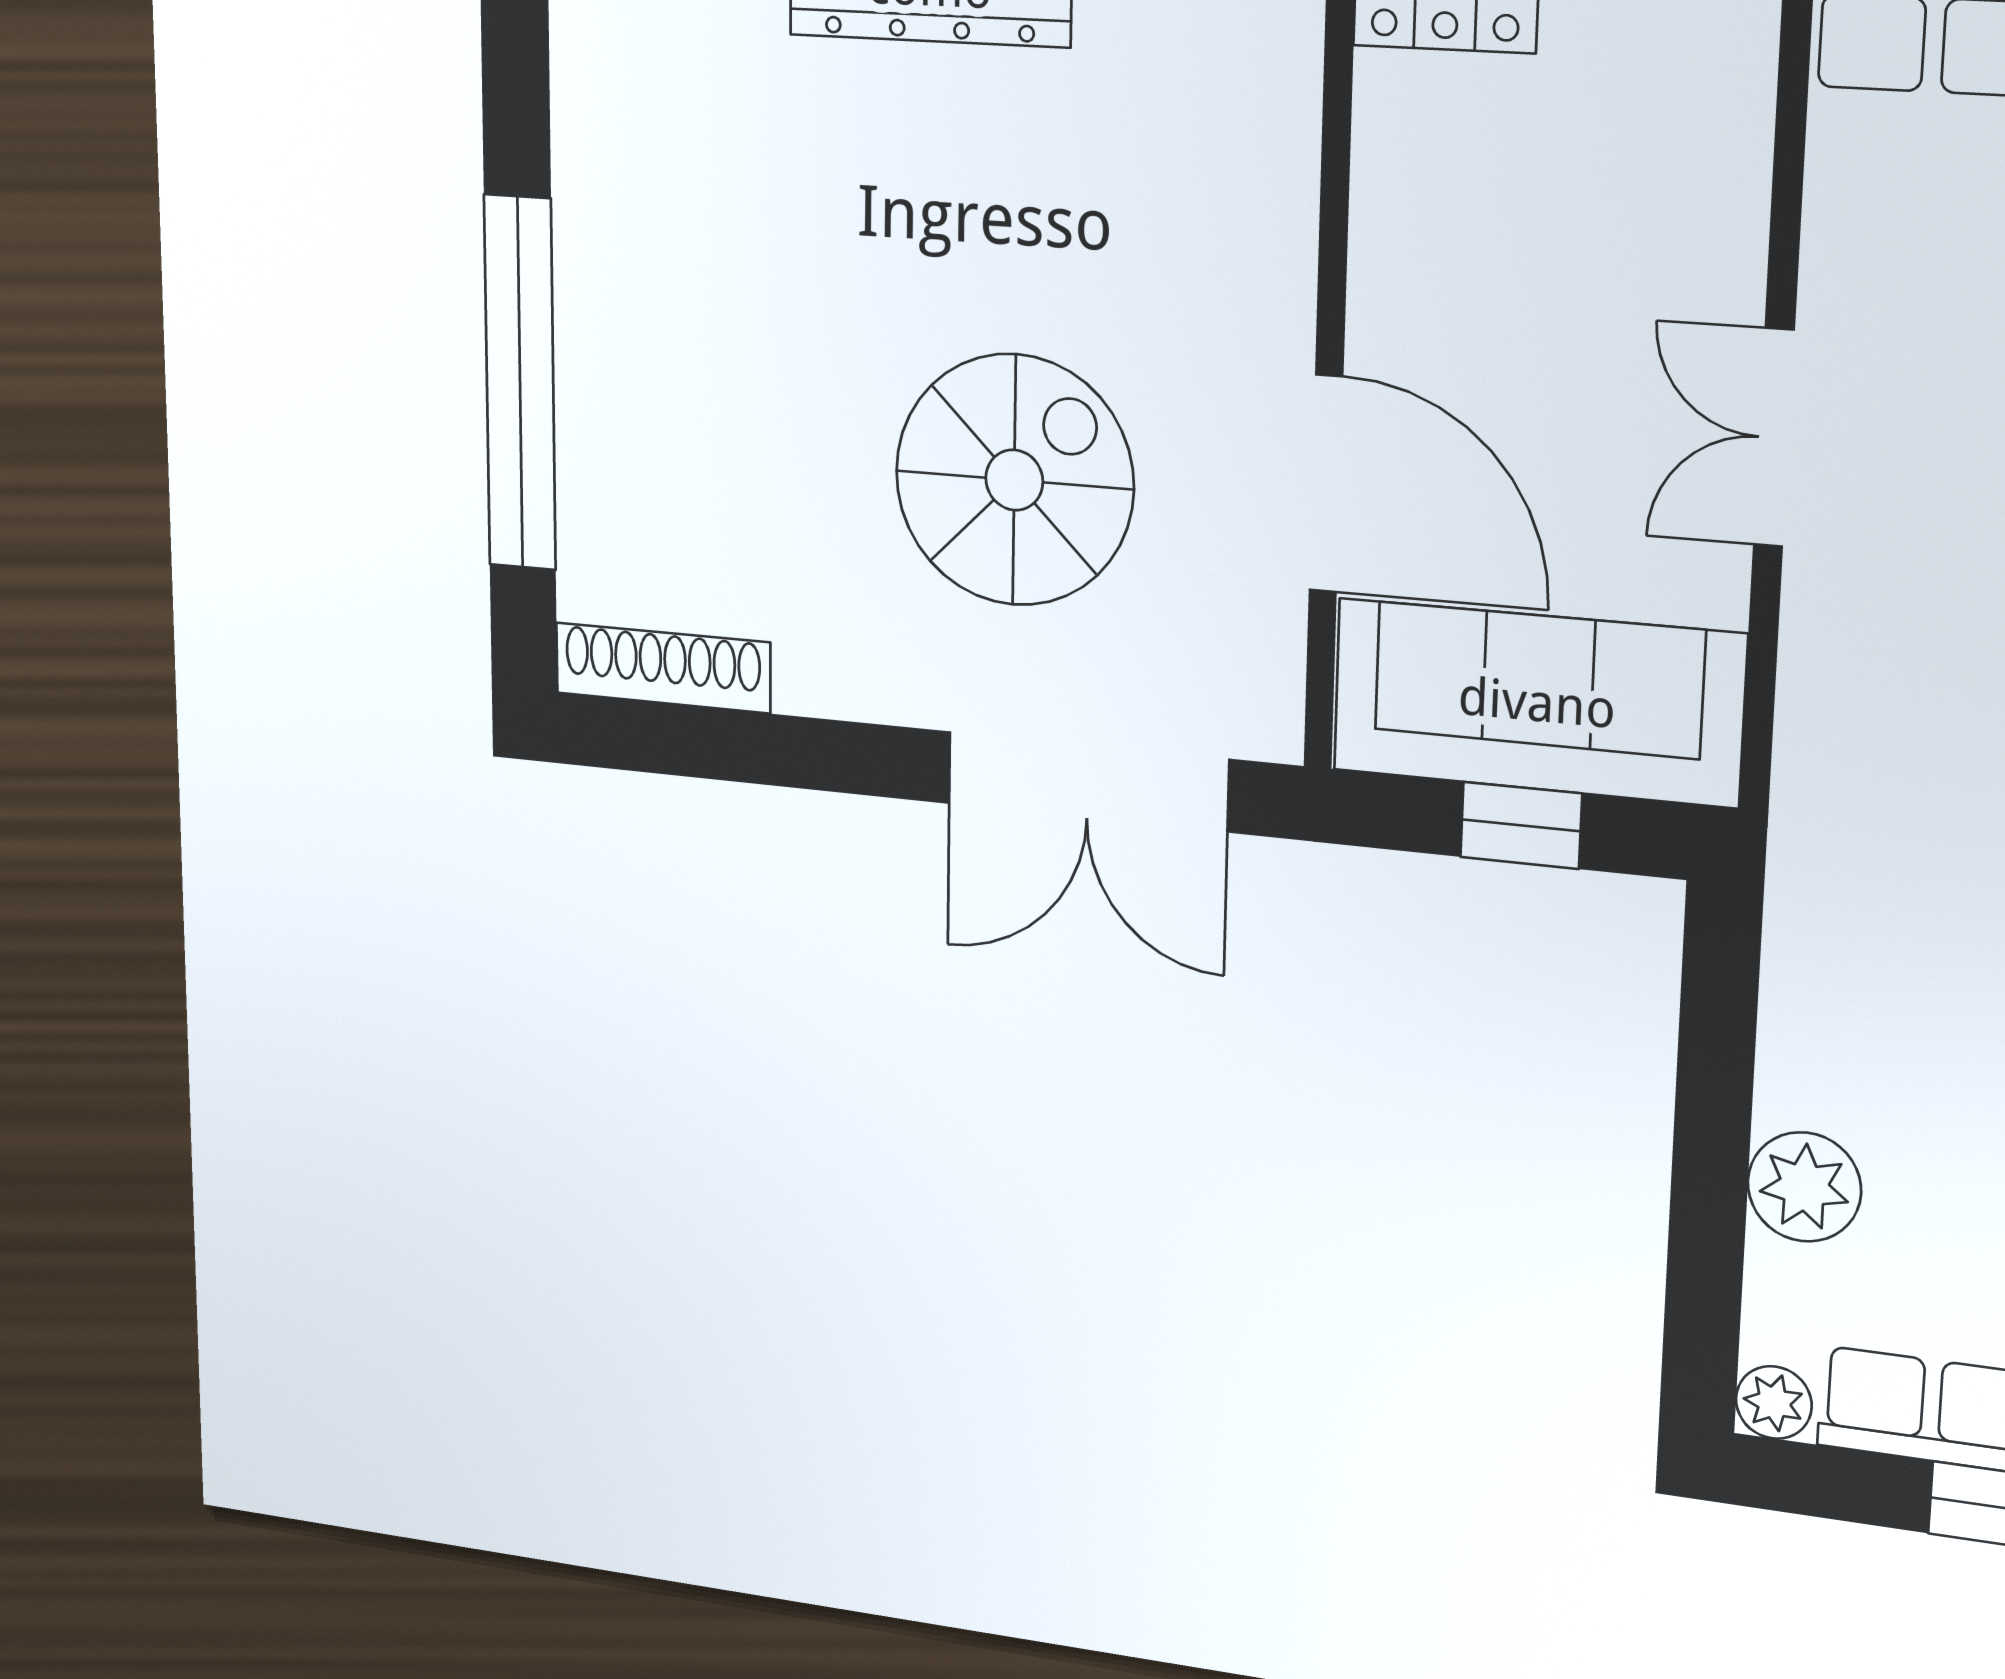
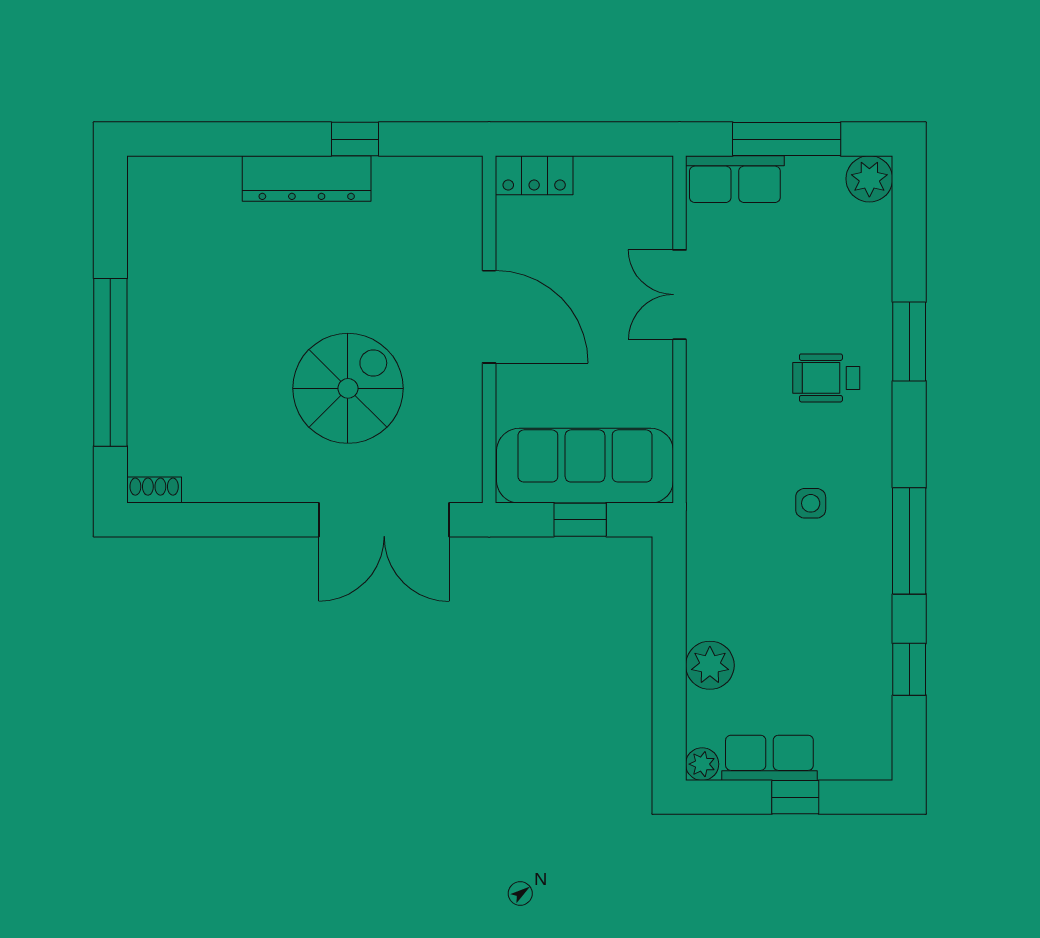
double door: (1774, 438) -> (679, 295), moved
door: (1326, 484) -> (489, 317), moved
shoe rack: (663, 668) -> (154, 490), width x0.51, depth x0.81

